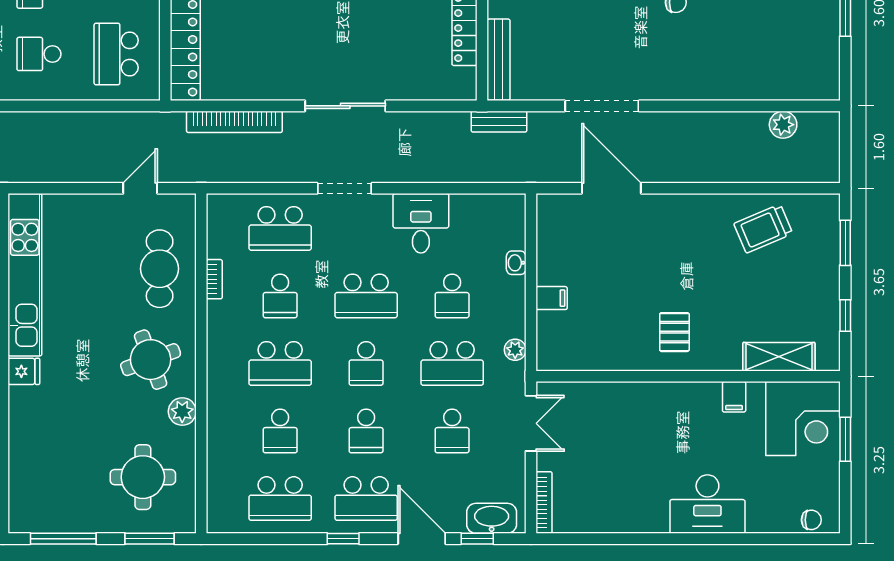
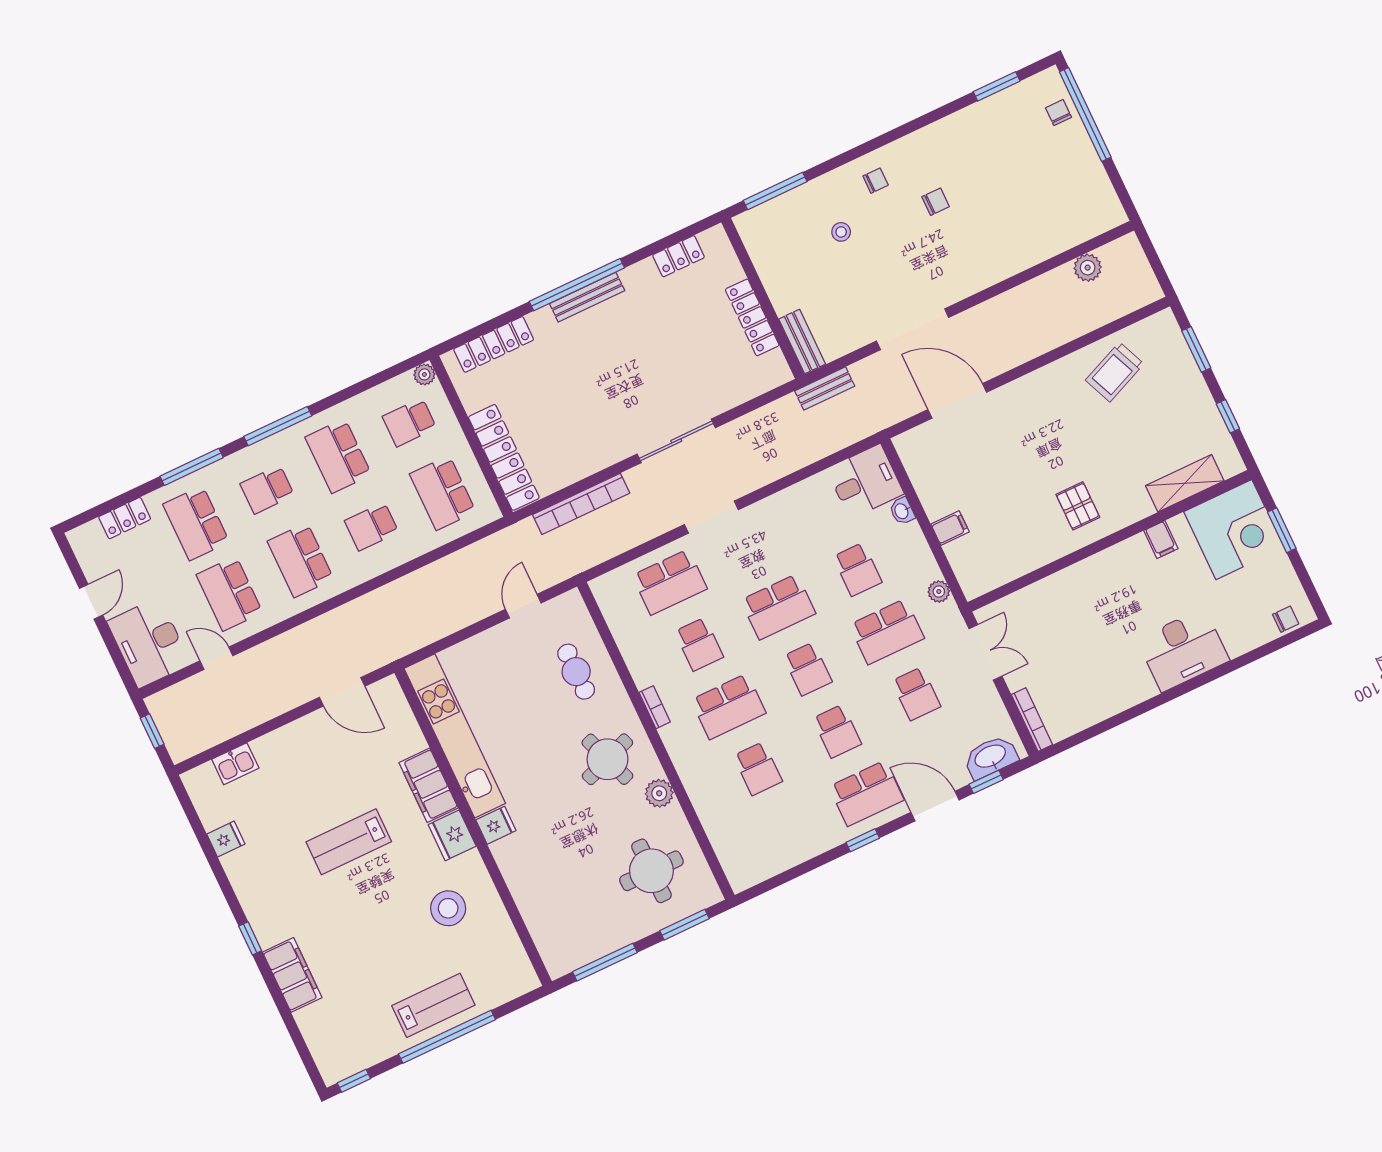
bench: (499, 60) -> (802, 342), width x0.73
desk: (421, 223) -> (865, 481), moved, turned 90
cafe table: (160, 269) -> (576, 672), width x0.73, depth x0.74
bookcase: (214, 279) -> (655, 707), moved
school desk: (280, 499) -> (787, 831), removed

